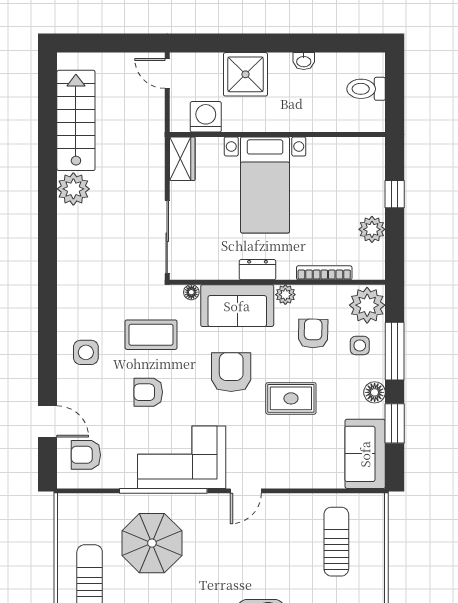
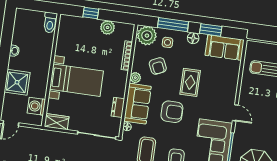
toilet: (366, 89) -> (50, 23), moved
dresser: (258, 270) -> (118, 107), moved
armchair: (313, 334) -> (158, 66), turned -116
armchair: (231, 372) -> (172, 112), turned 180

